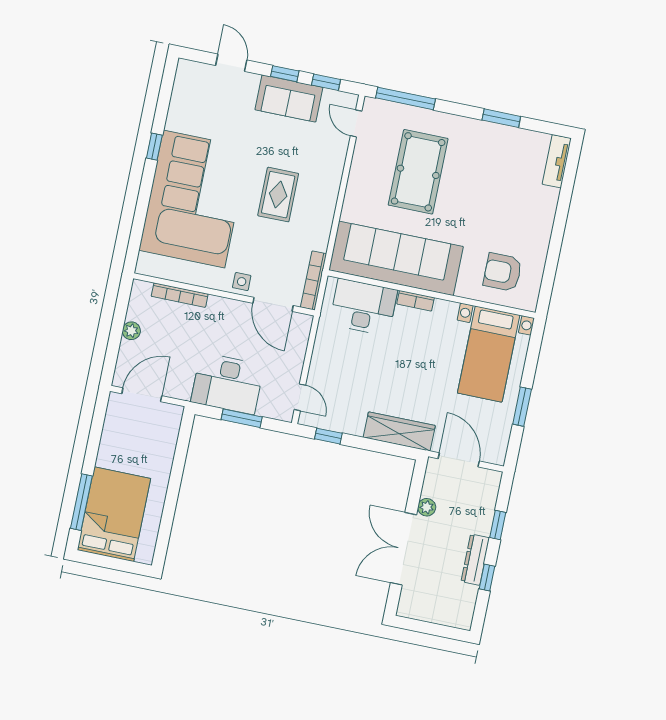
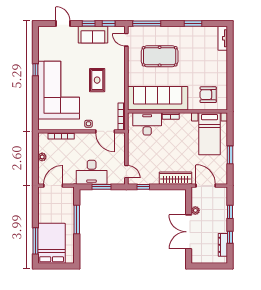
pool table: (418, 172) -> (160, 56), turned 90
window: (176, 475) -> (77, 220), added
dresser: (475, 560) -> (223, 245), moved

